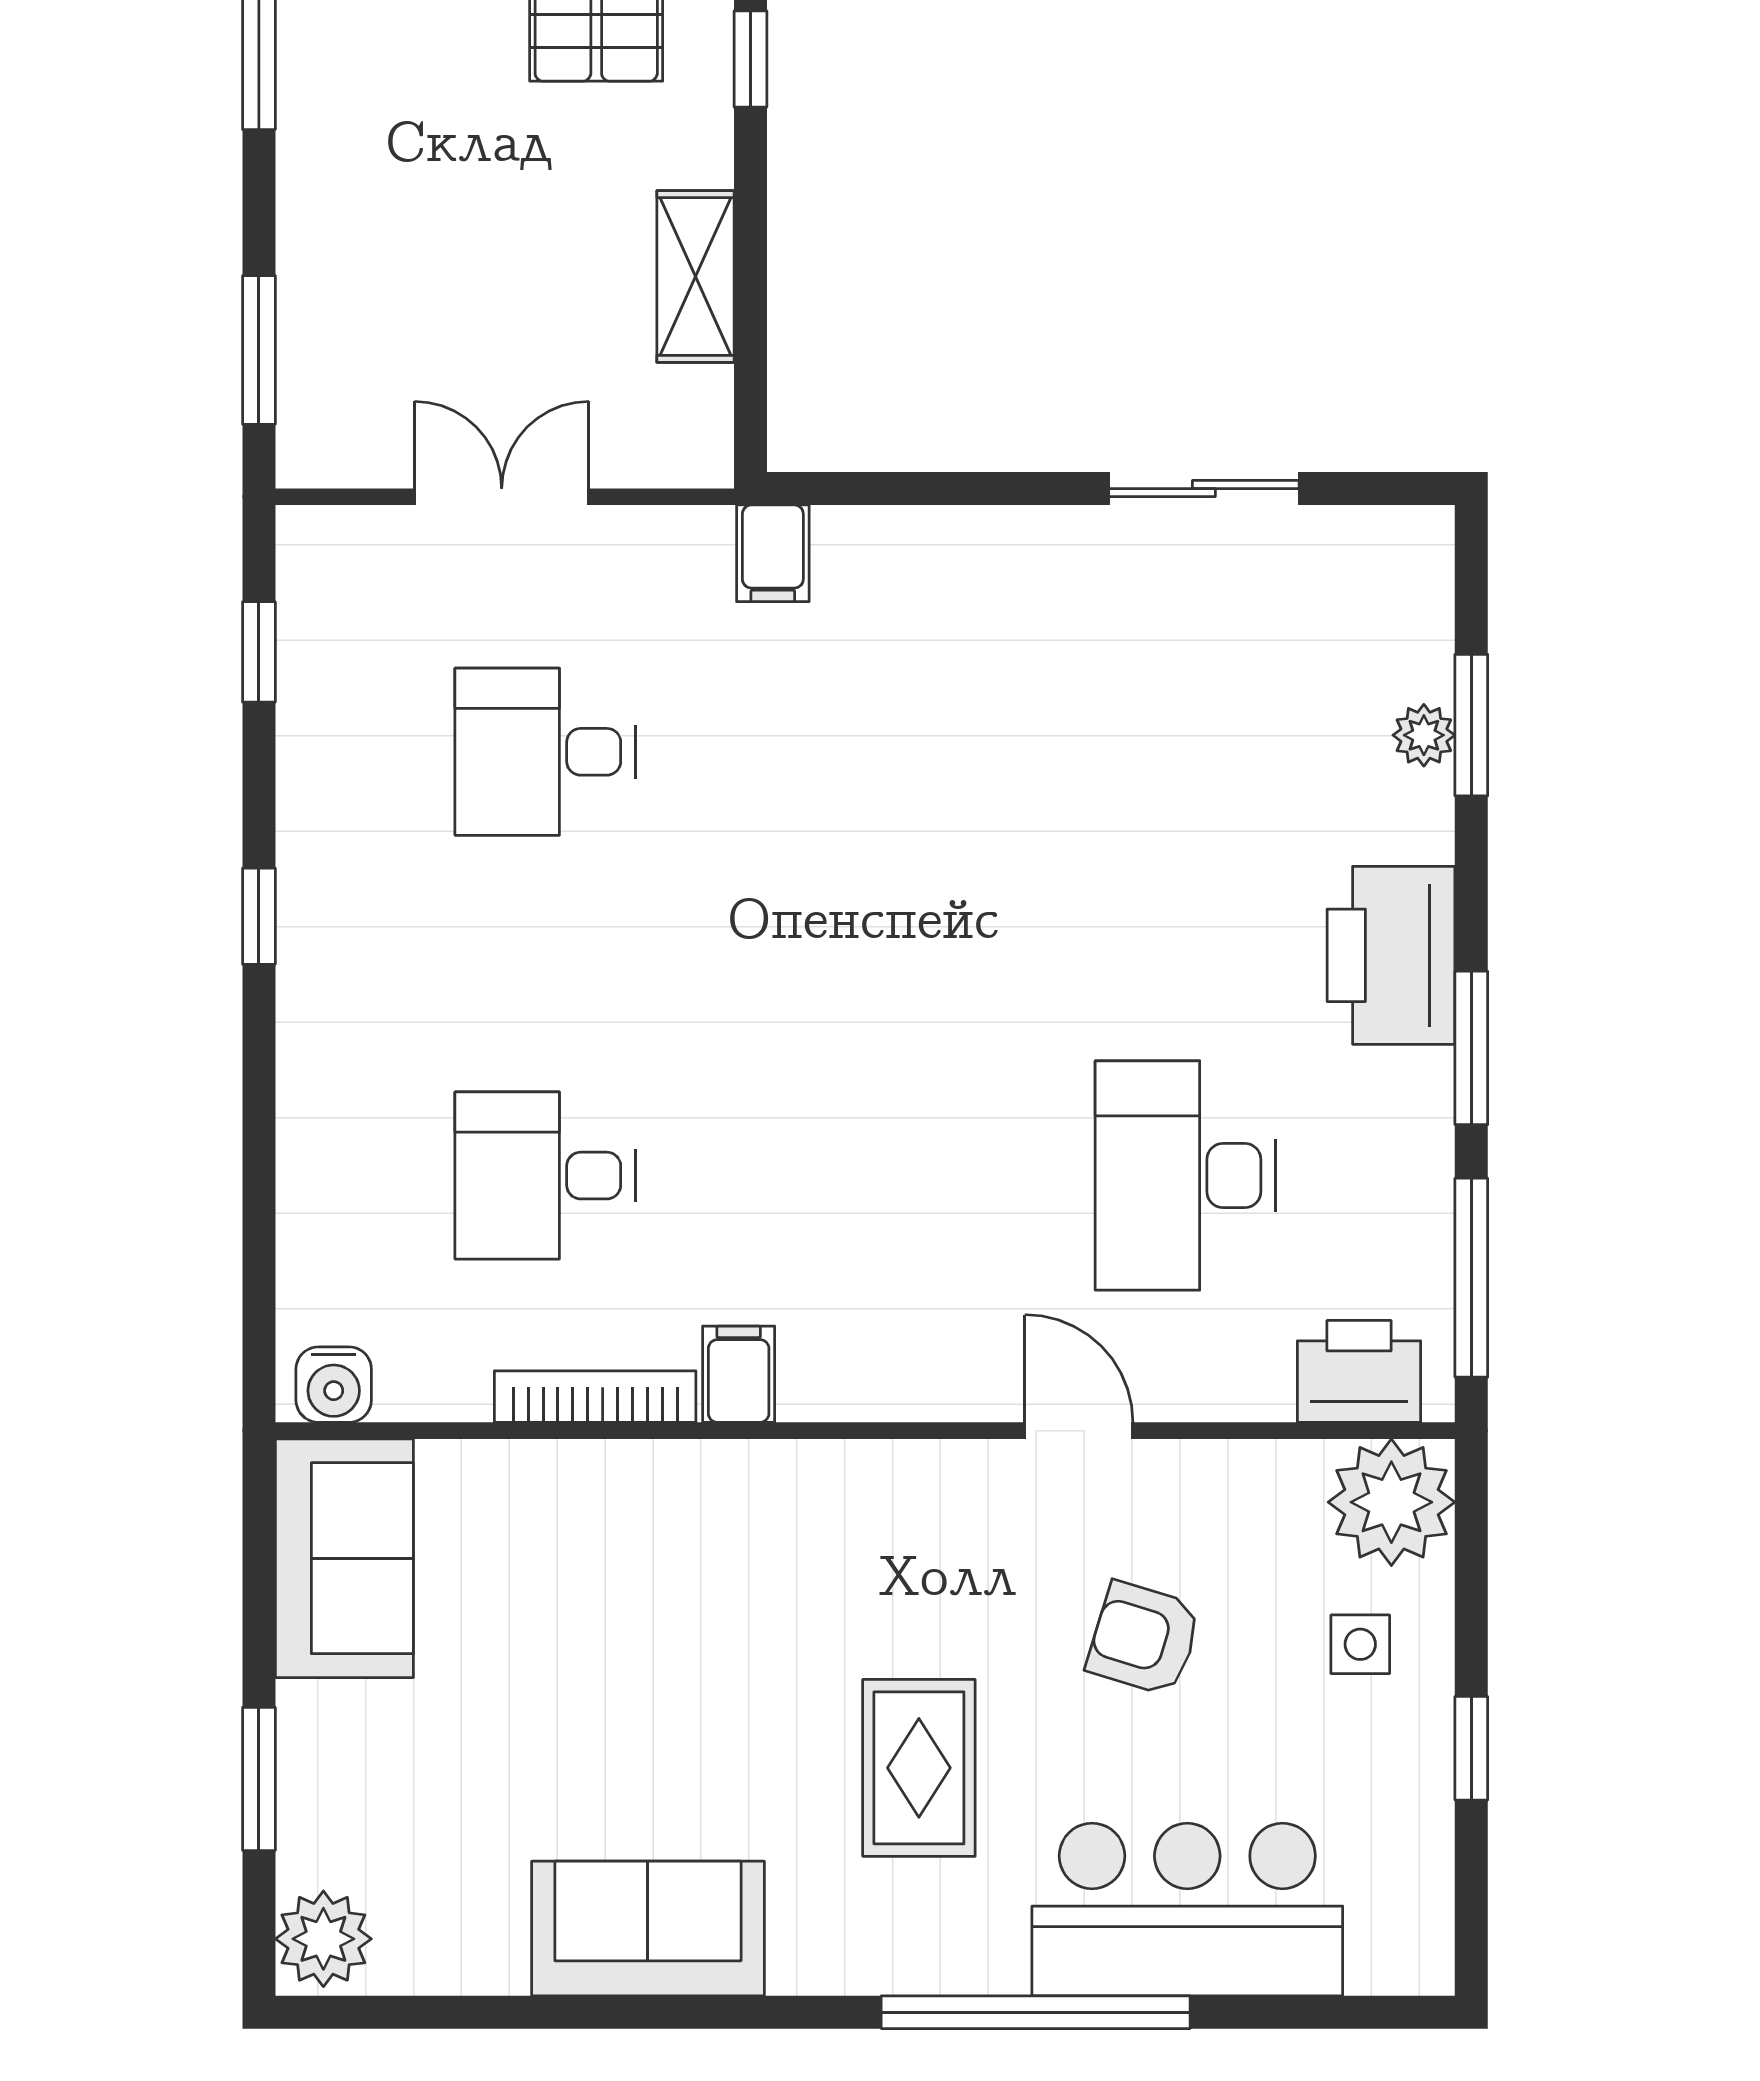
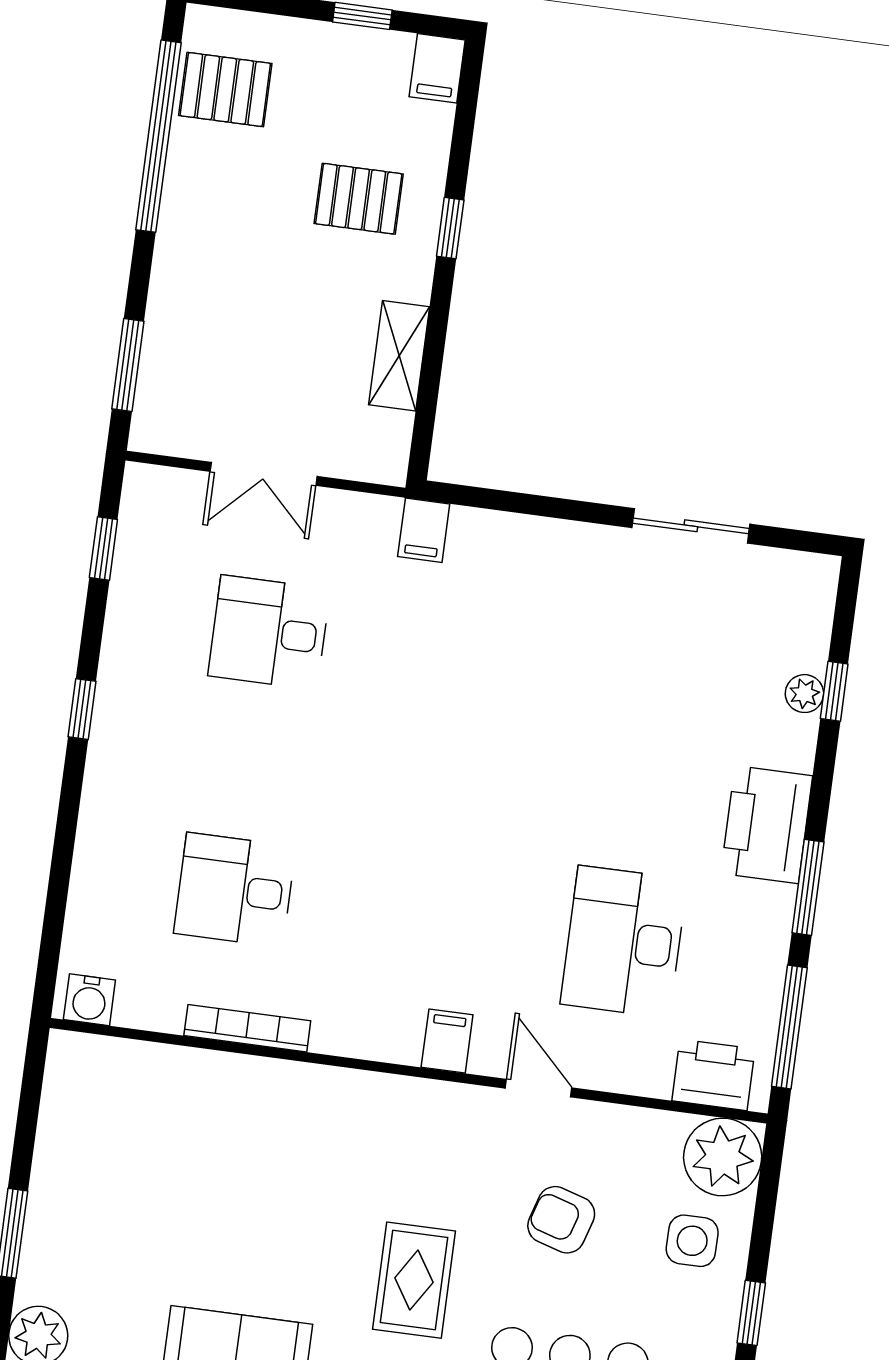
double door: (502, 497) -> (264, 474), swing flipped
window: (1471, 725) -> (834, 691), width x0.67
filing cabinet: (739, 1374) -> (447, 1041), moved
sofa: (344, 1558) -> (82, 1106), removed
side table: (1360, 1644) -> (692, 1241), width x1.37, depth x1.37

